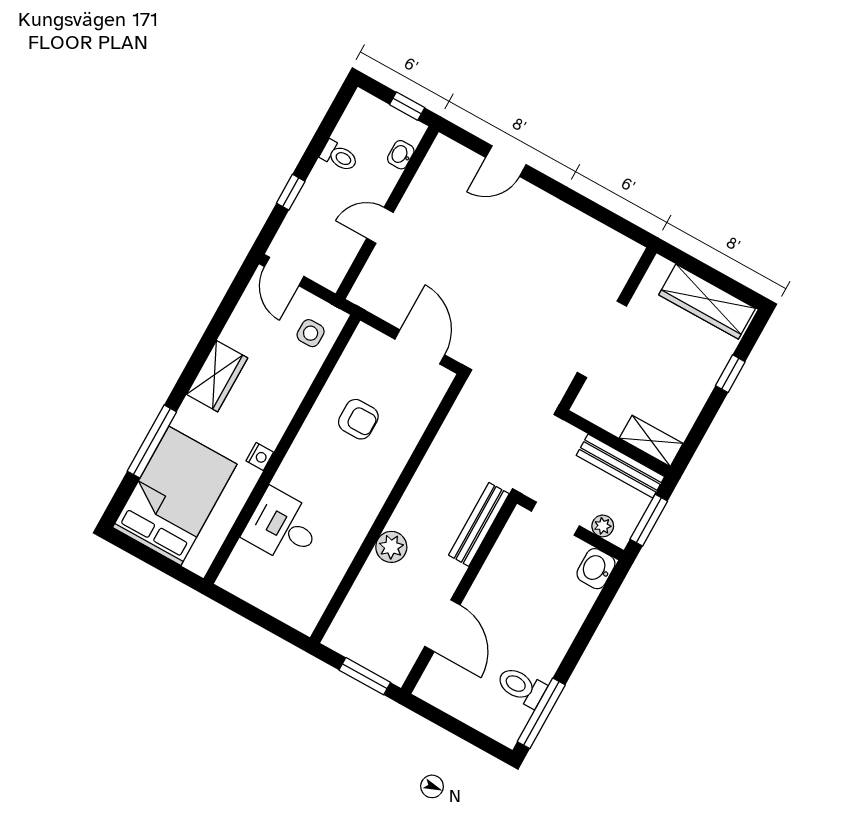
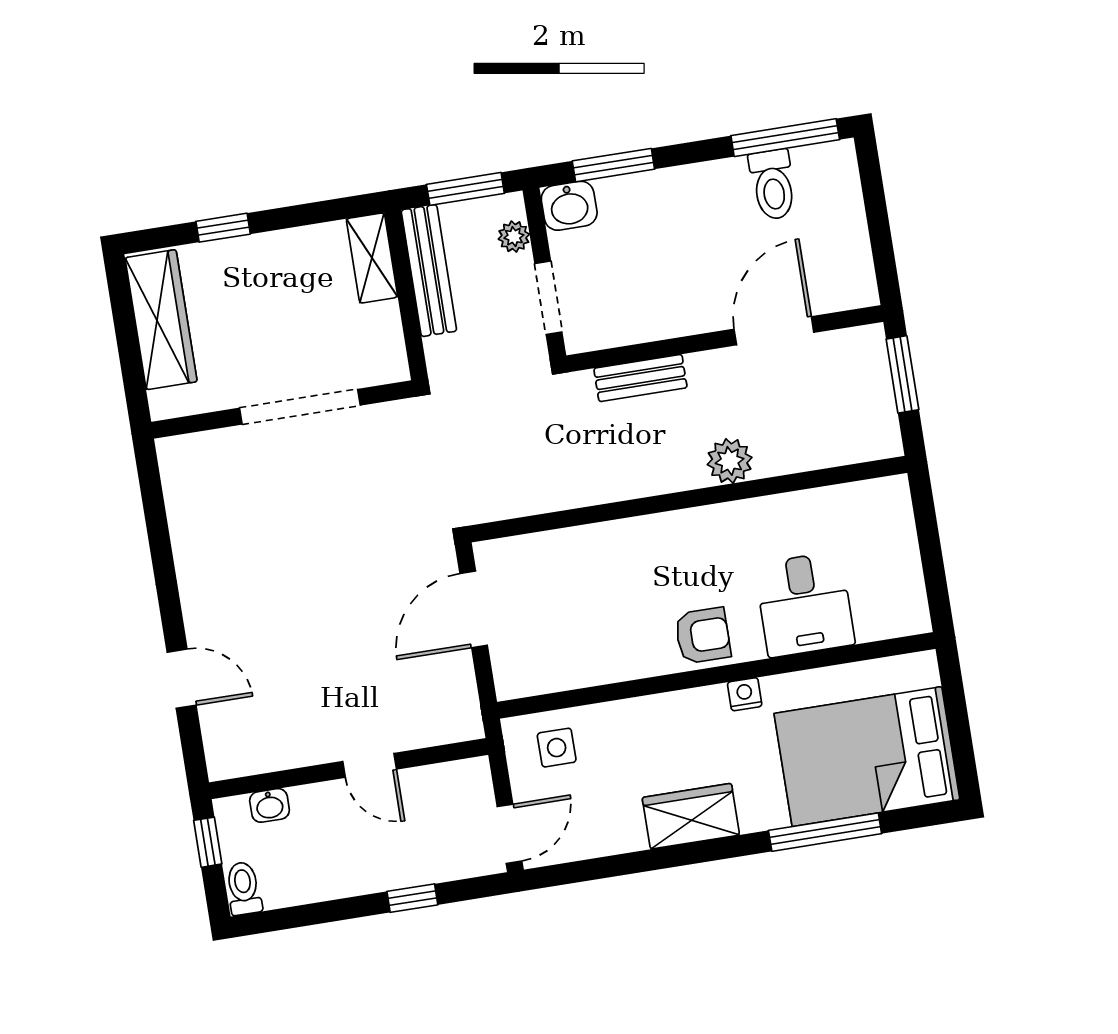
toilet: (339, 156) -> (244, 888), moved
armchair: (358, 419) -> (703, 636), moved, turned 90
bench: (479, 524) -> (640, 378), width x0.73
window: (599, 610) -> (613, 165), added

